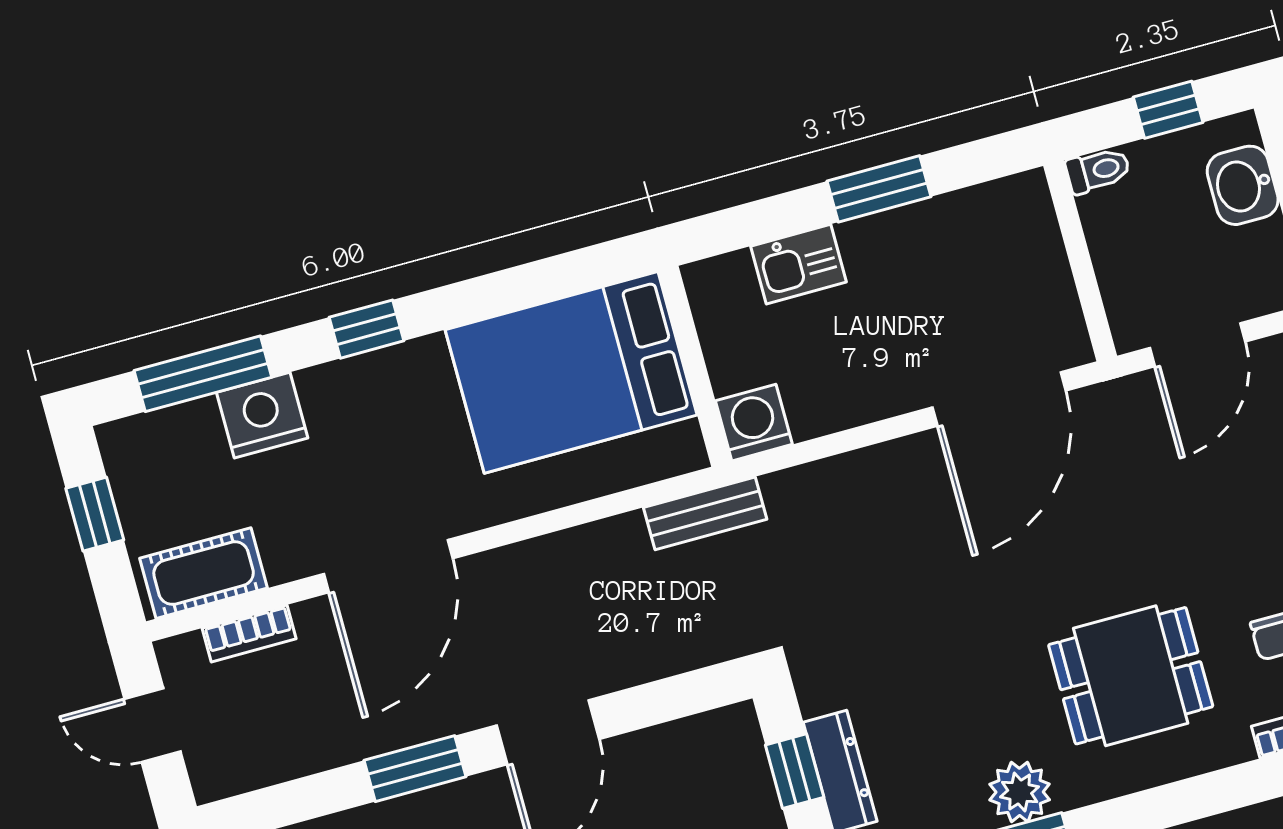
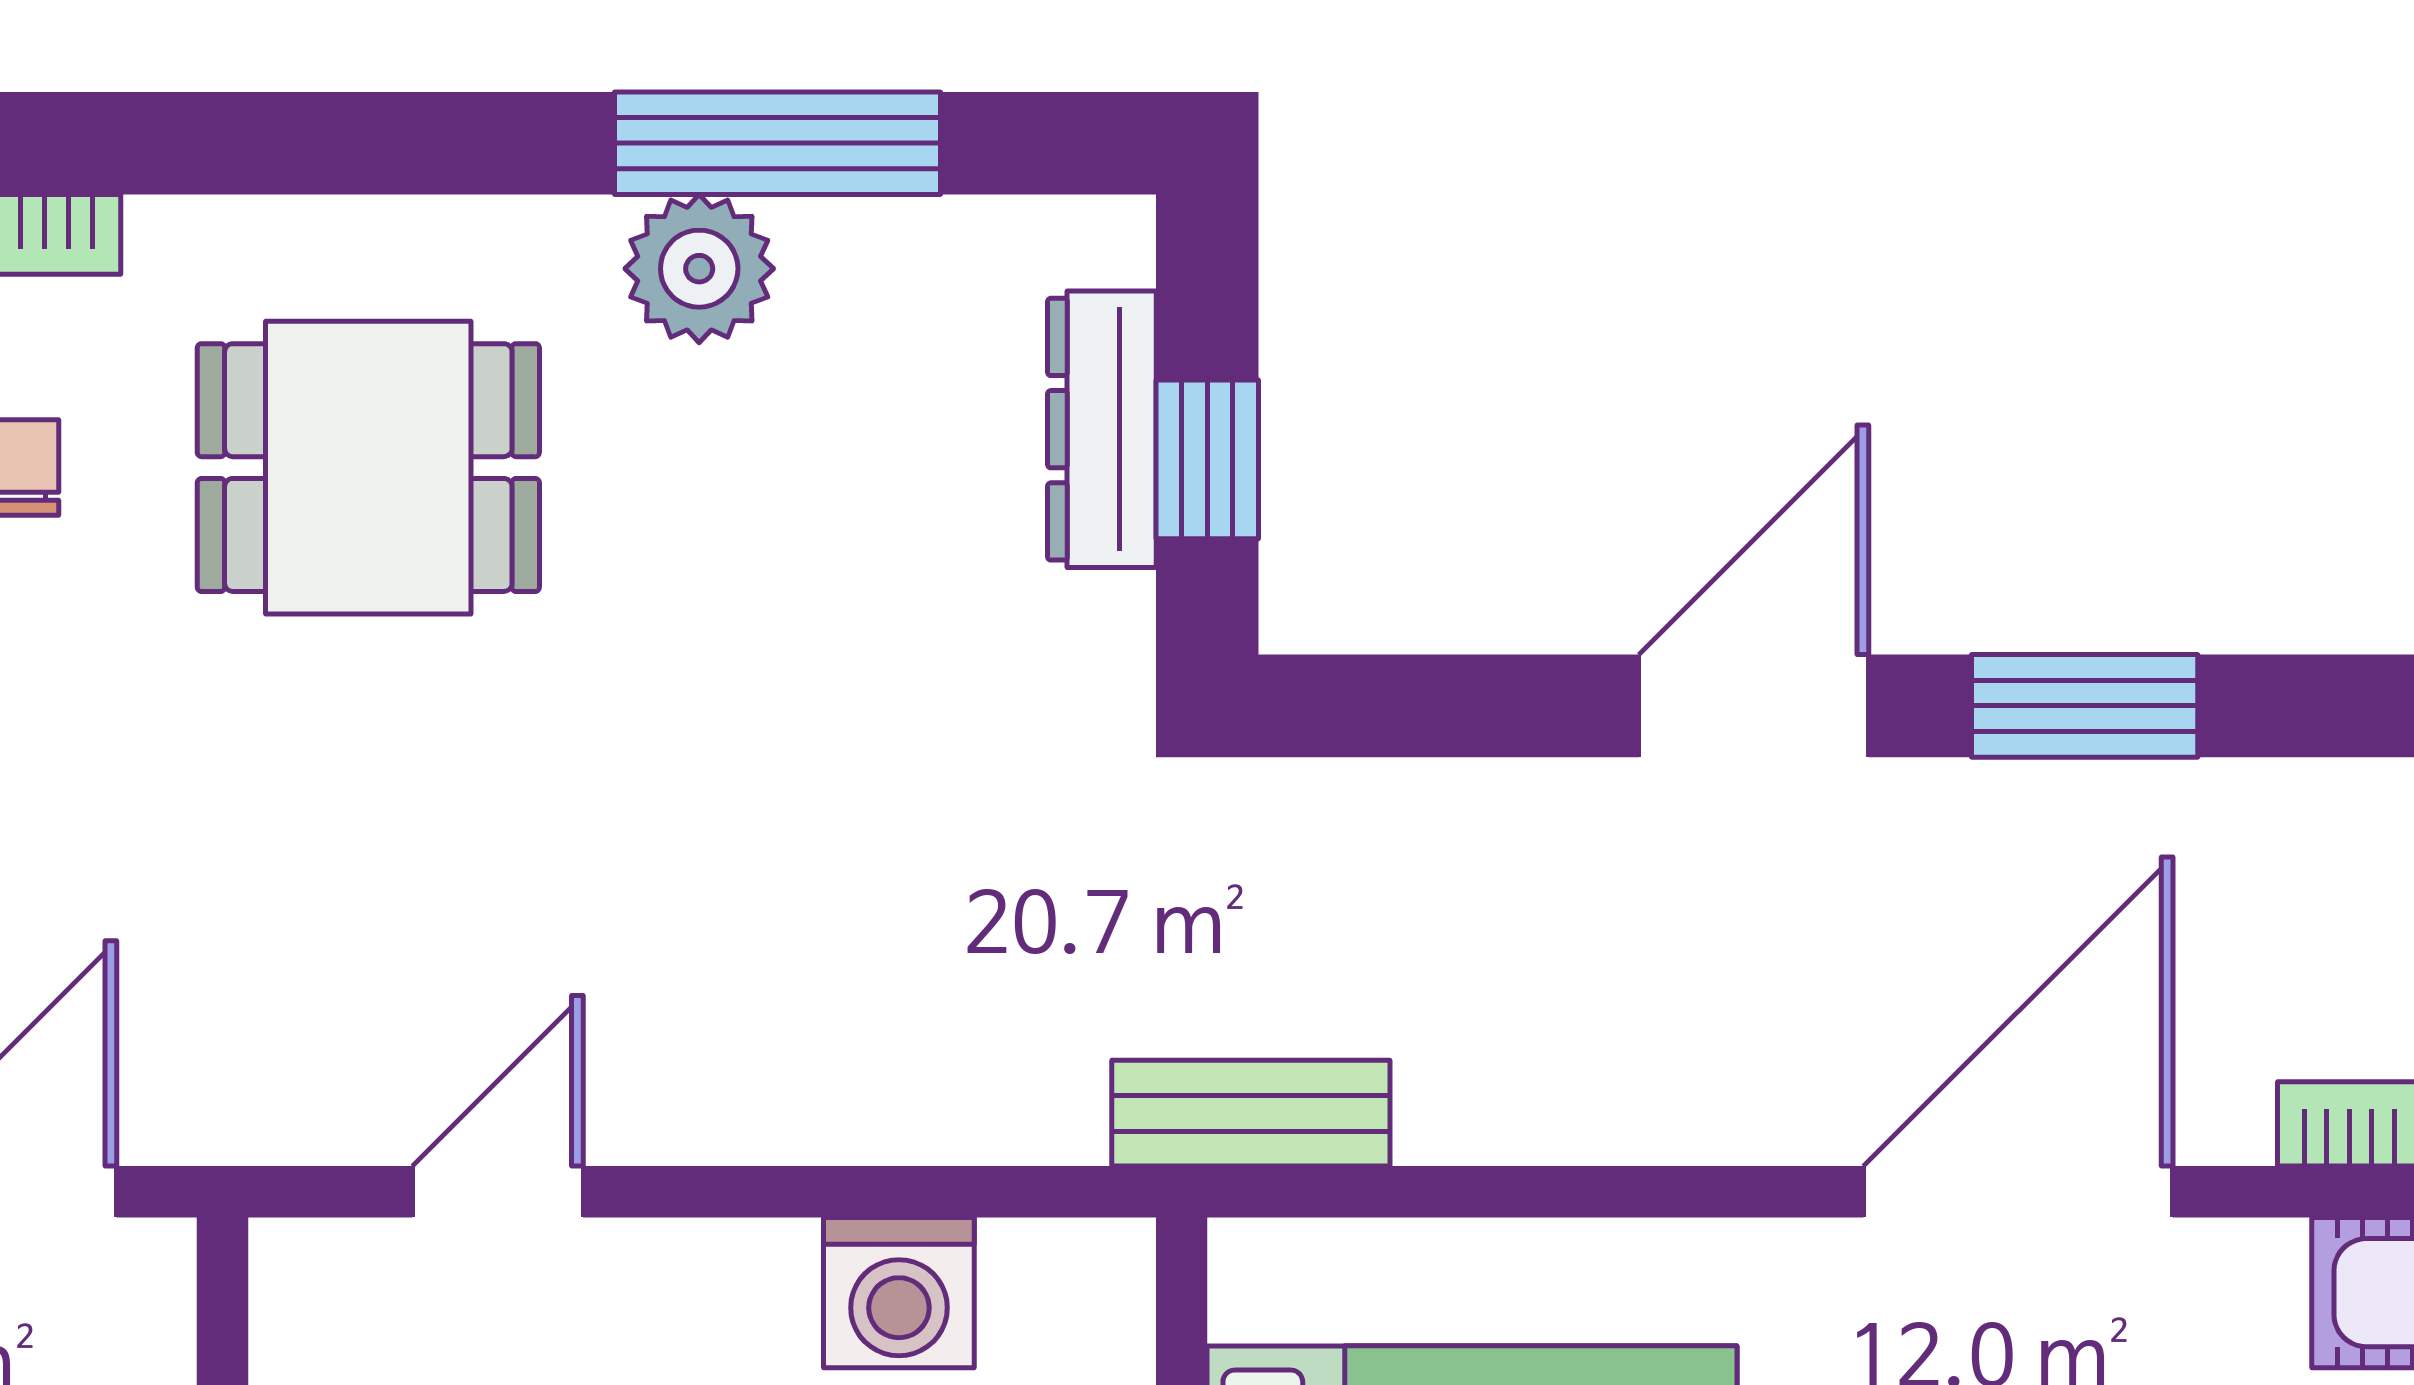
door: (999, 399) -> (498, 1192), width x0.53
washing machine: (754, 423) -> (899, 1293), moved

